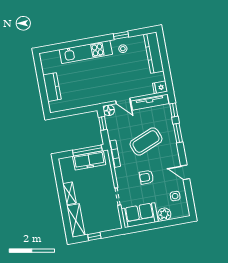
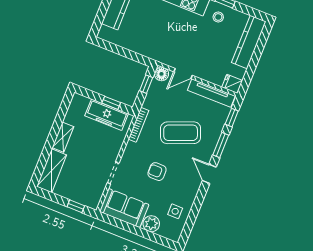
door: (123, 101) -> (183, 73), hinge flipped
window: (87, 150) -> (111, 103), width x0.46
door: (185, 172) -> (209, 174), moved
window: (94, 236) -> (76, 206), moved

